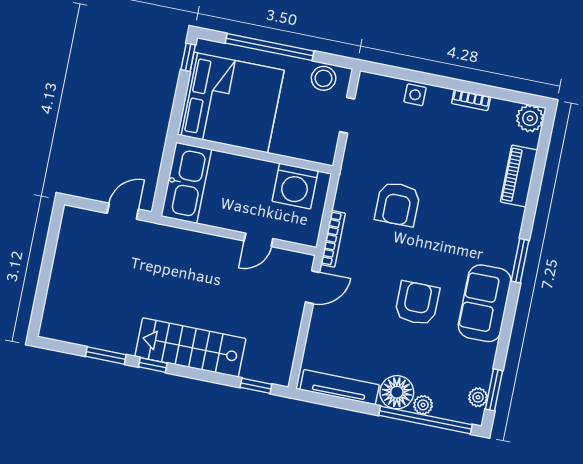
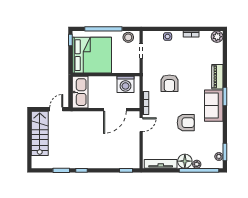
piano: (519, 176) -> (217, 77), moved
door: (259, 240) -> (115, 110), width x1.88
armchair: (417, 303) -> (186, 123), turned 90
sofa: (485, 303) -> (214, 106), moved
stairs: (190, 347) -> (40, 133), moved, turned 90

